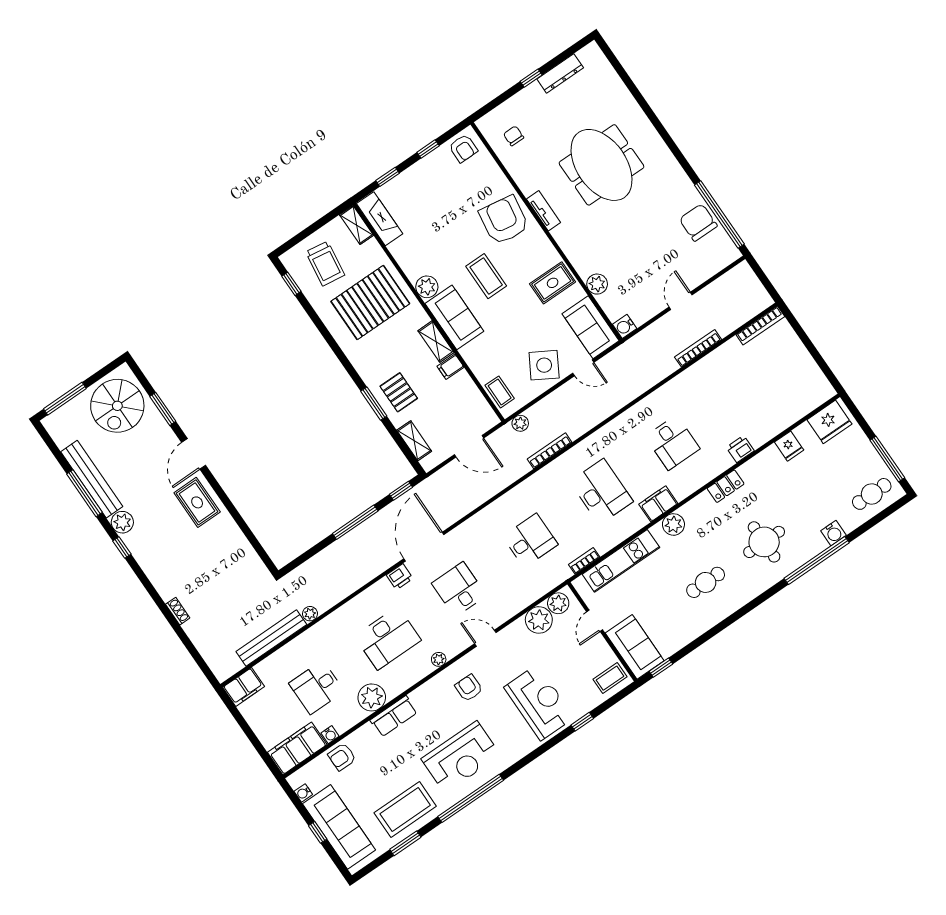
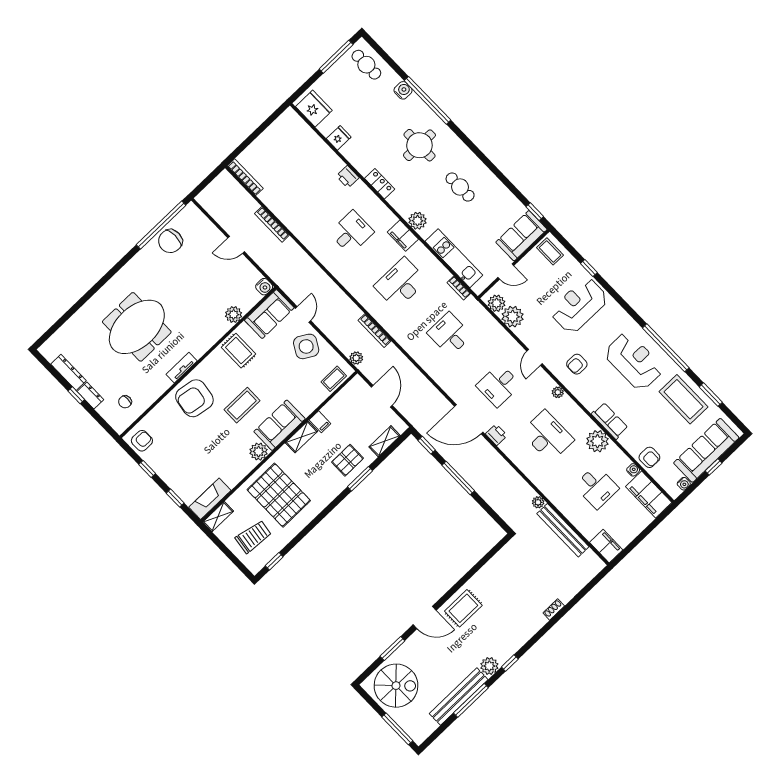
dresser: (528, 95) -> (90, 396), added

